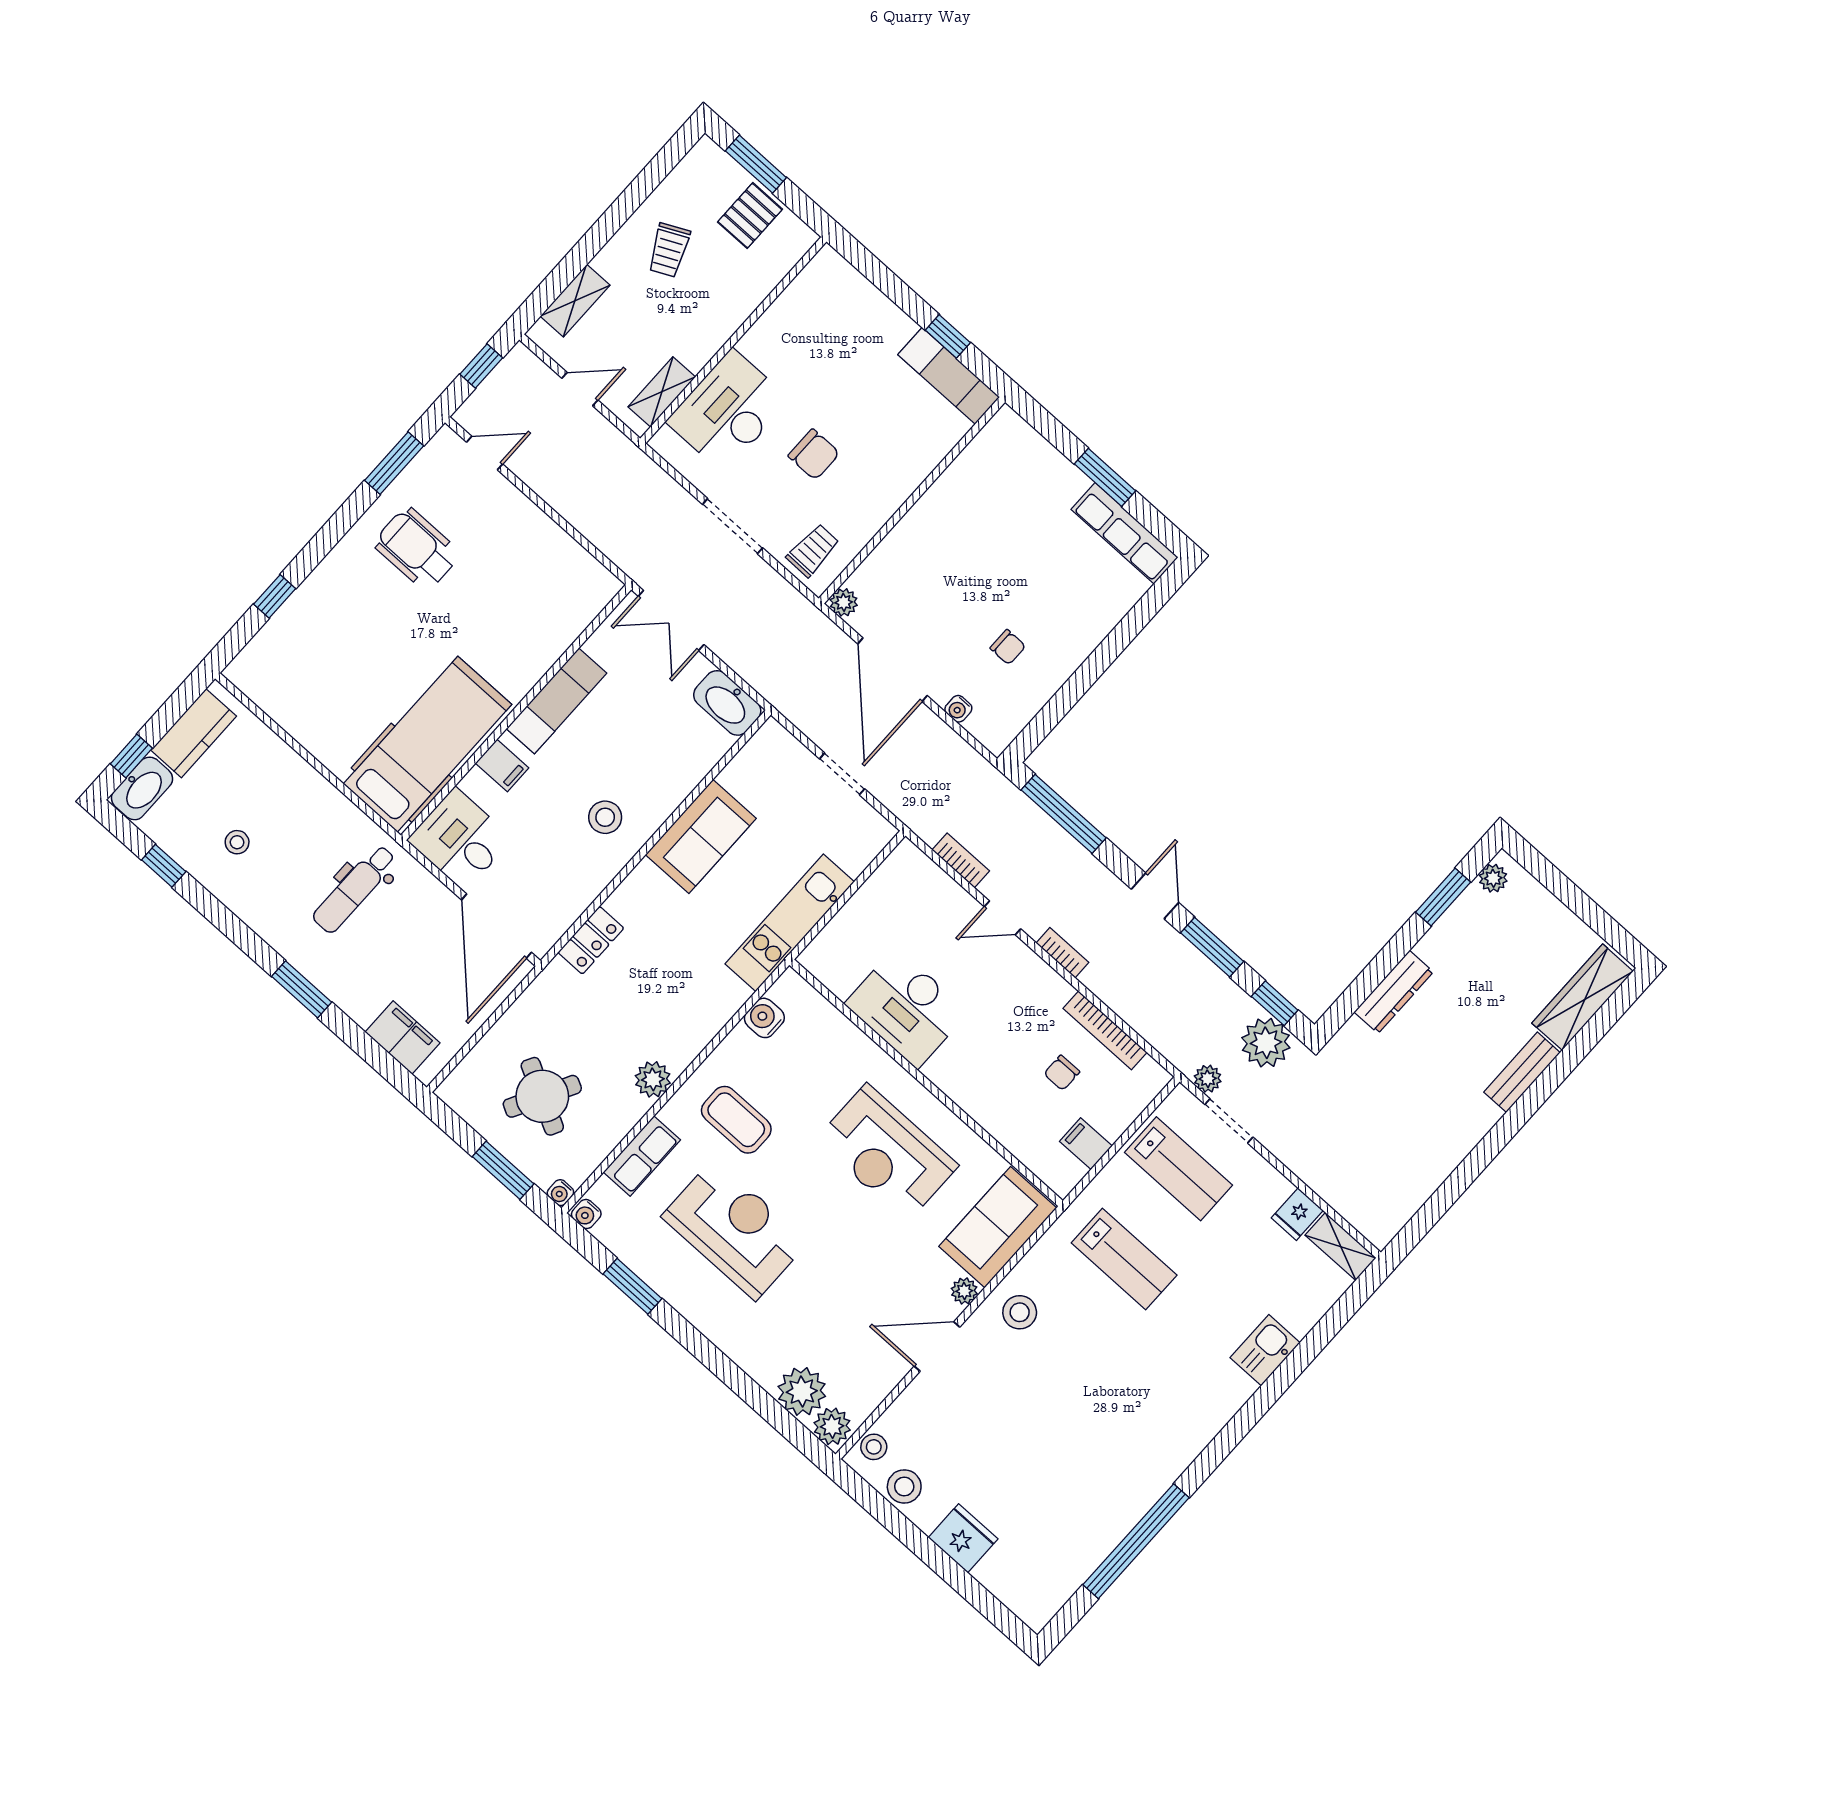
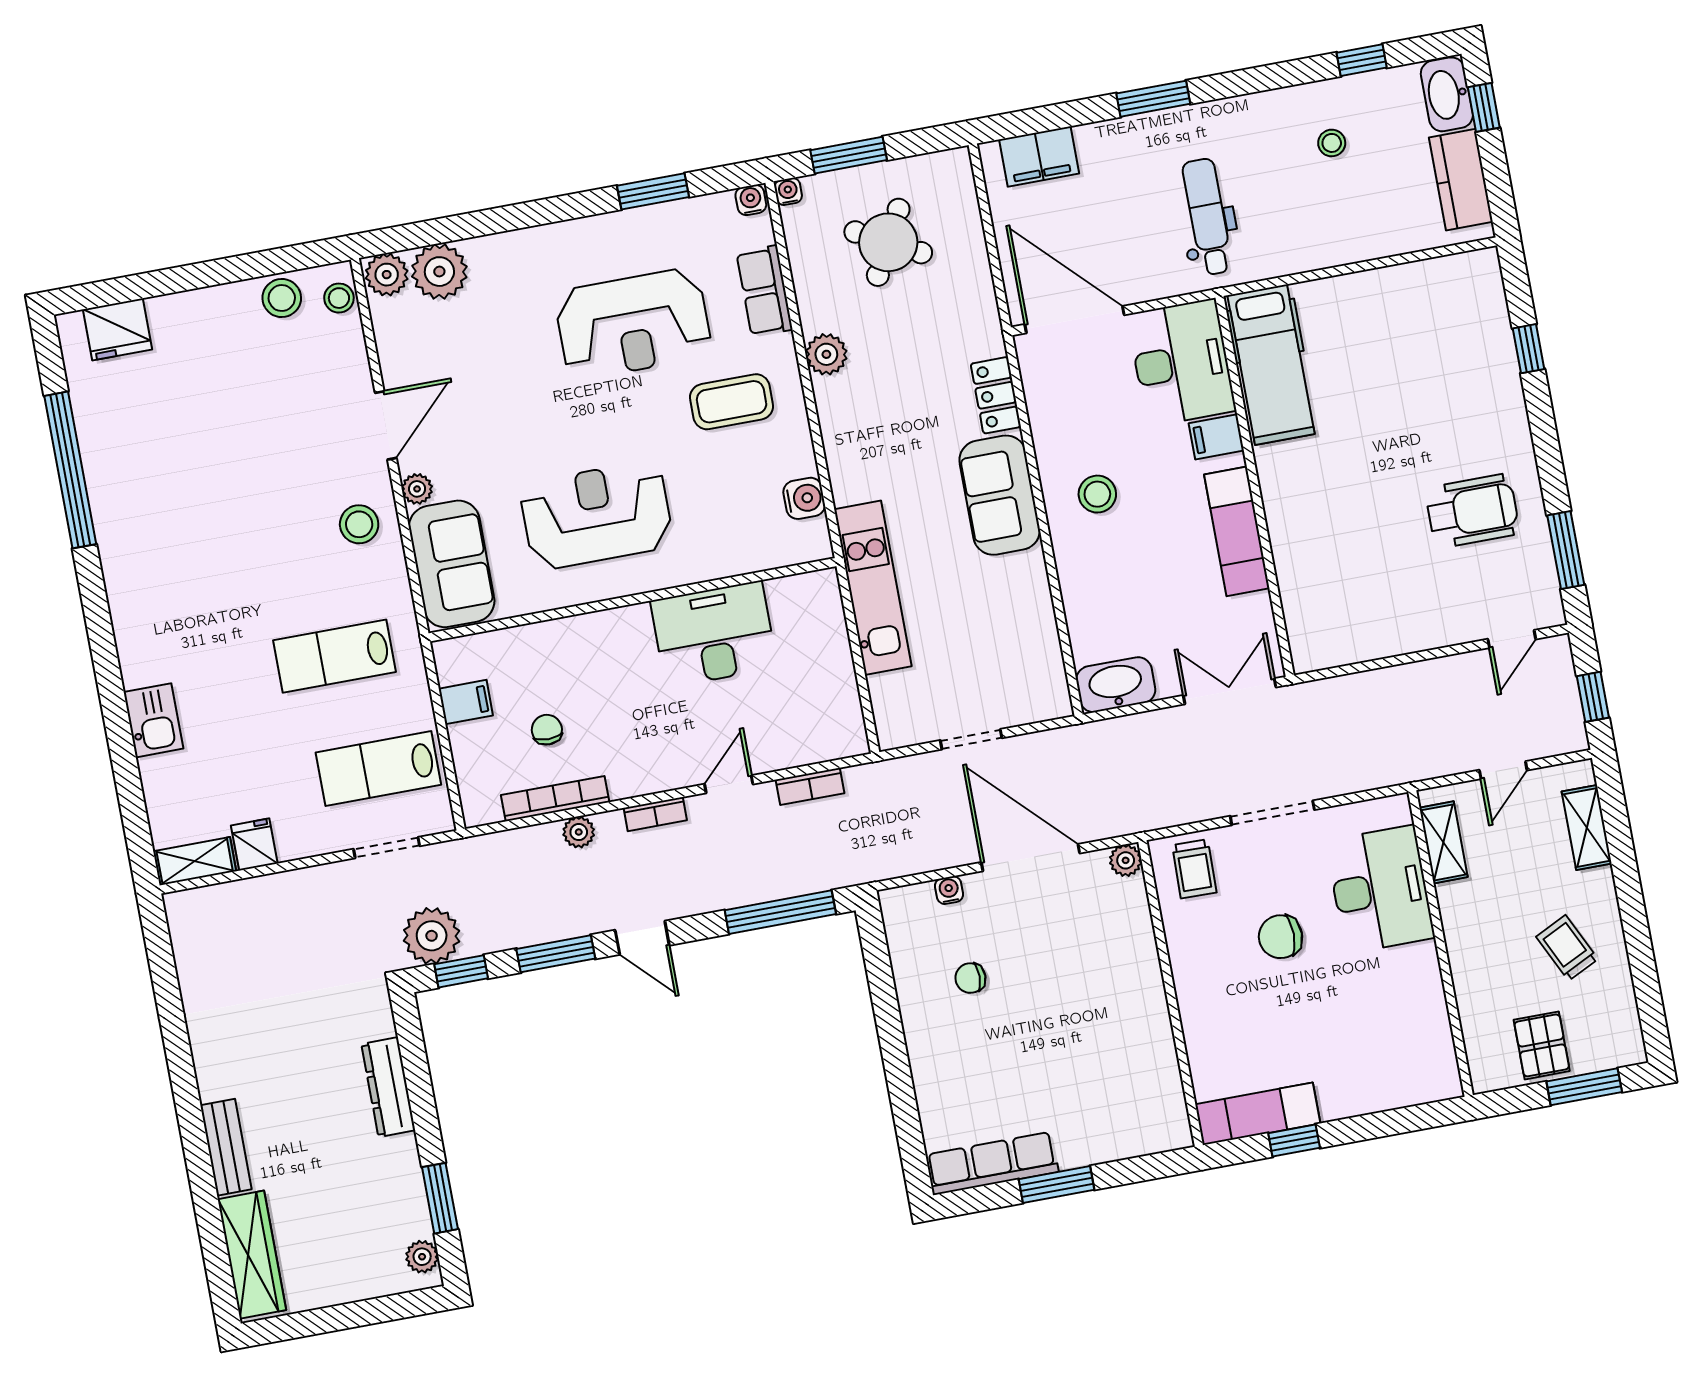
hospital bed: (428, 744) -> (1271, 365), width x0.73, depth x0.78
sofa: (701, 837) -> (1000, 495), moved
desk: (460, 839) -> (1181, 362), width x1.37
plant: (1208, 1079) -> (579, 832), moved
fridge: (963, 1538) -> (118, 329), moved

